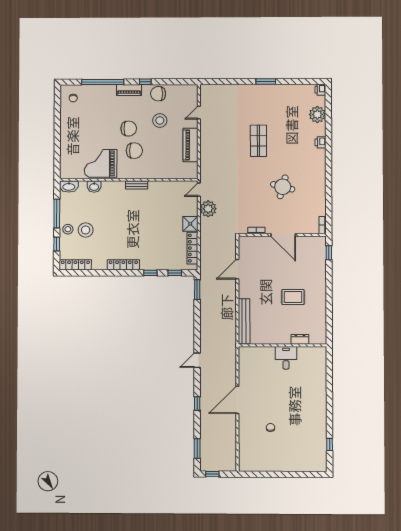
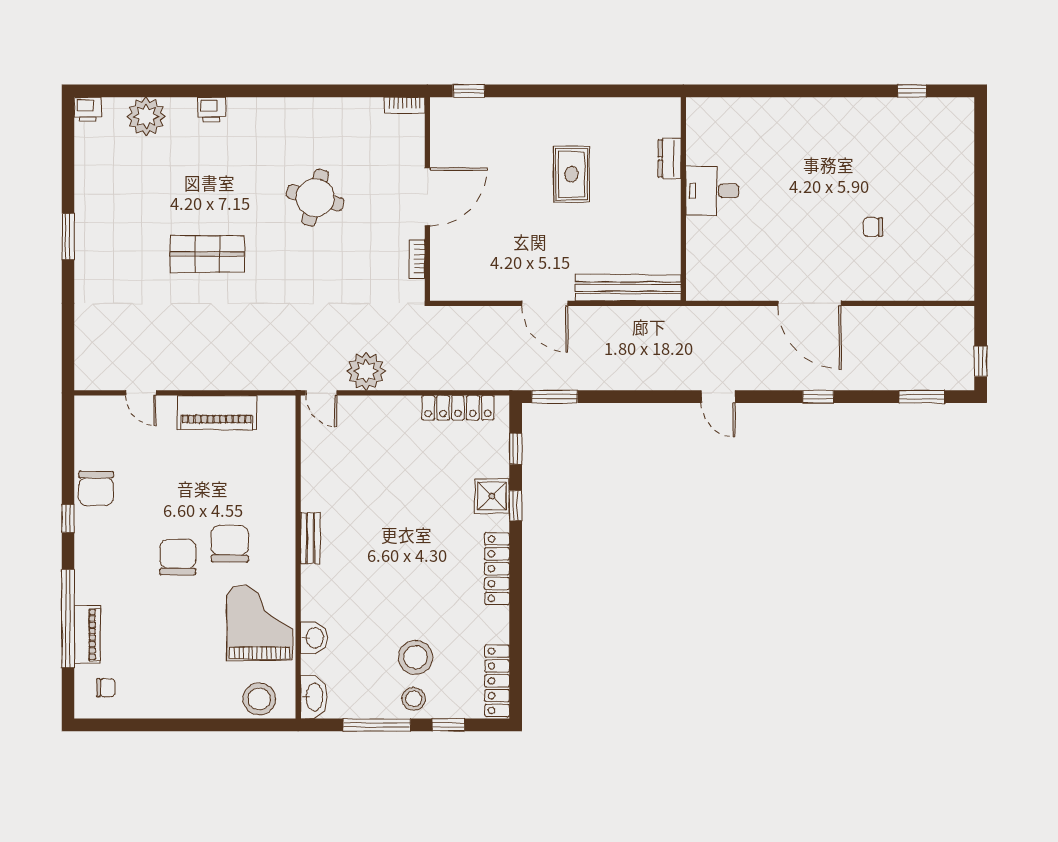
piano: (129, 90) -> (87, 634), moved
stool: (160, 120) -> (259, 699), moved
grand piano: (101, 163) -> (260, 623), turned 180
shower: (190, 224) -> (492, 496), moved
door: (237, 269) -> (545, 303), moved

